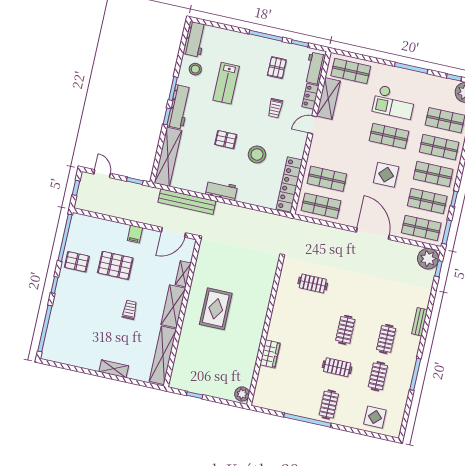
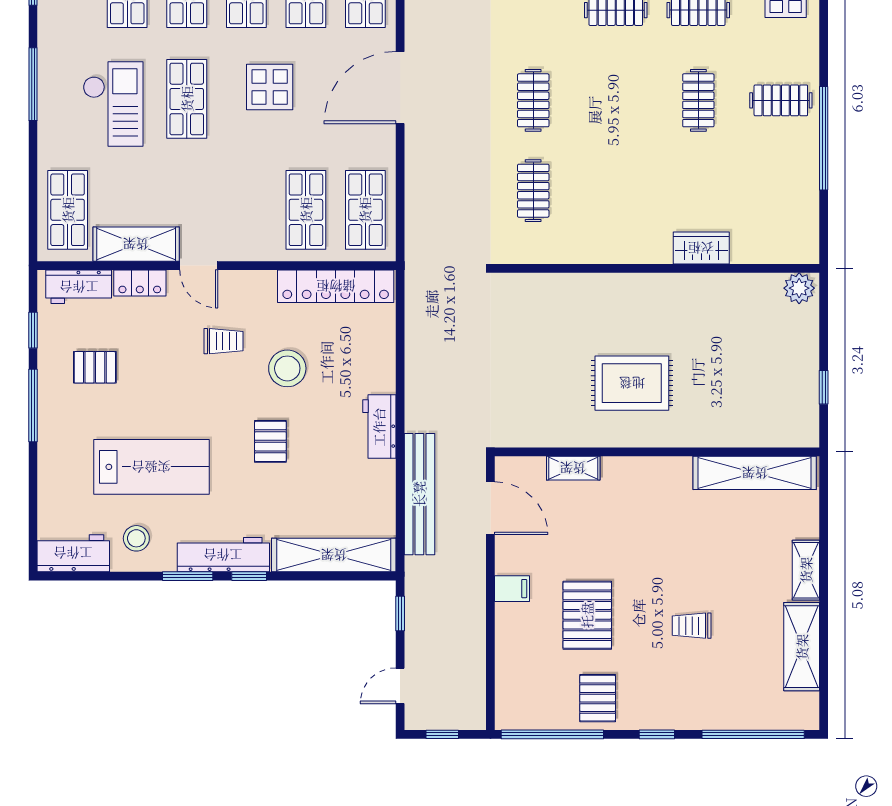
lab bench: (226, 83) -> (151, 467), width x1.36, depth x1.39
trolley: (275, 108) -> (224, 341), moved
shelving: (173, 306) -> (802, 647), moved, turned 90
trolley: (130, 310) -> (692, 626), moved
clothes rail: (345, 330) -> (533, 100), moved, turned 90

